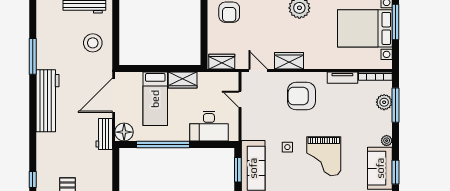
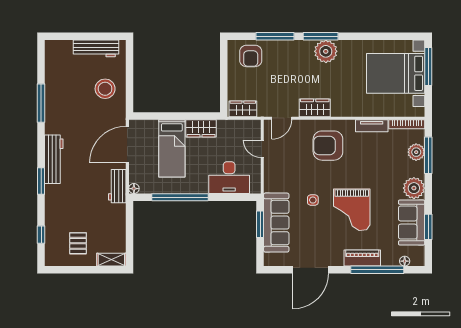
door: (258, 70) -> (282, 118), swing flipped
workbench: (48, 101) -> (54, 159), width x0.73, depth x0.76
window: (33, 129) -> (41, 181), added
floor lamp: (124, 132) -> (134, 189), width x0.53, depth x0.53
plant: (387, 141) -> (414, 188), width x1.87, depth x1.87

